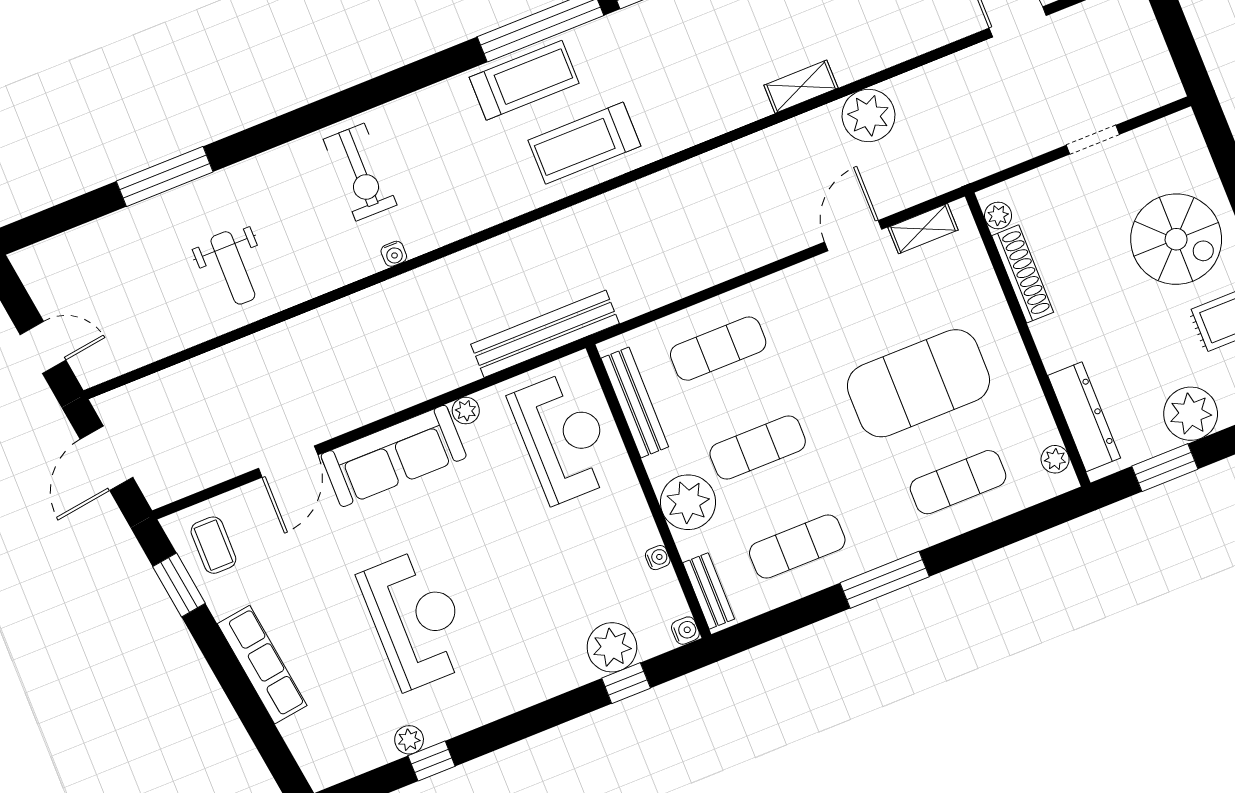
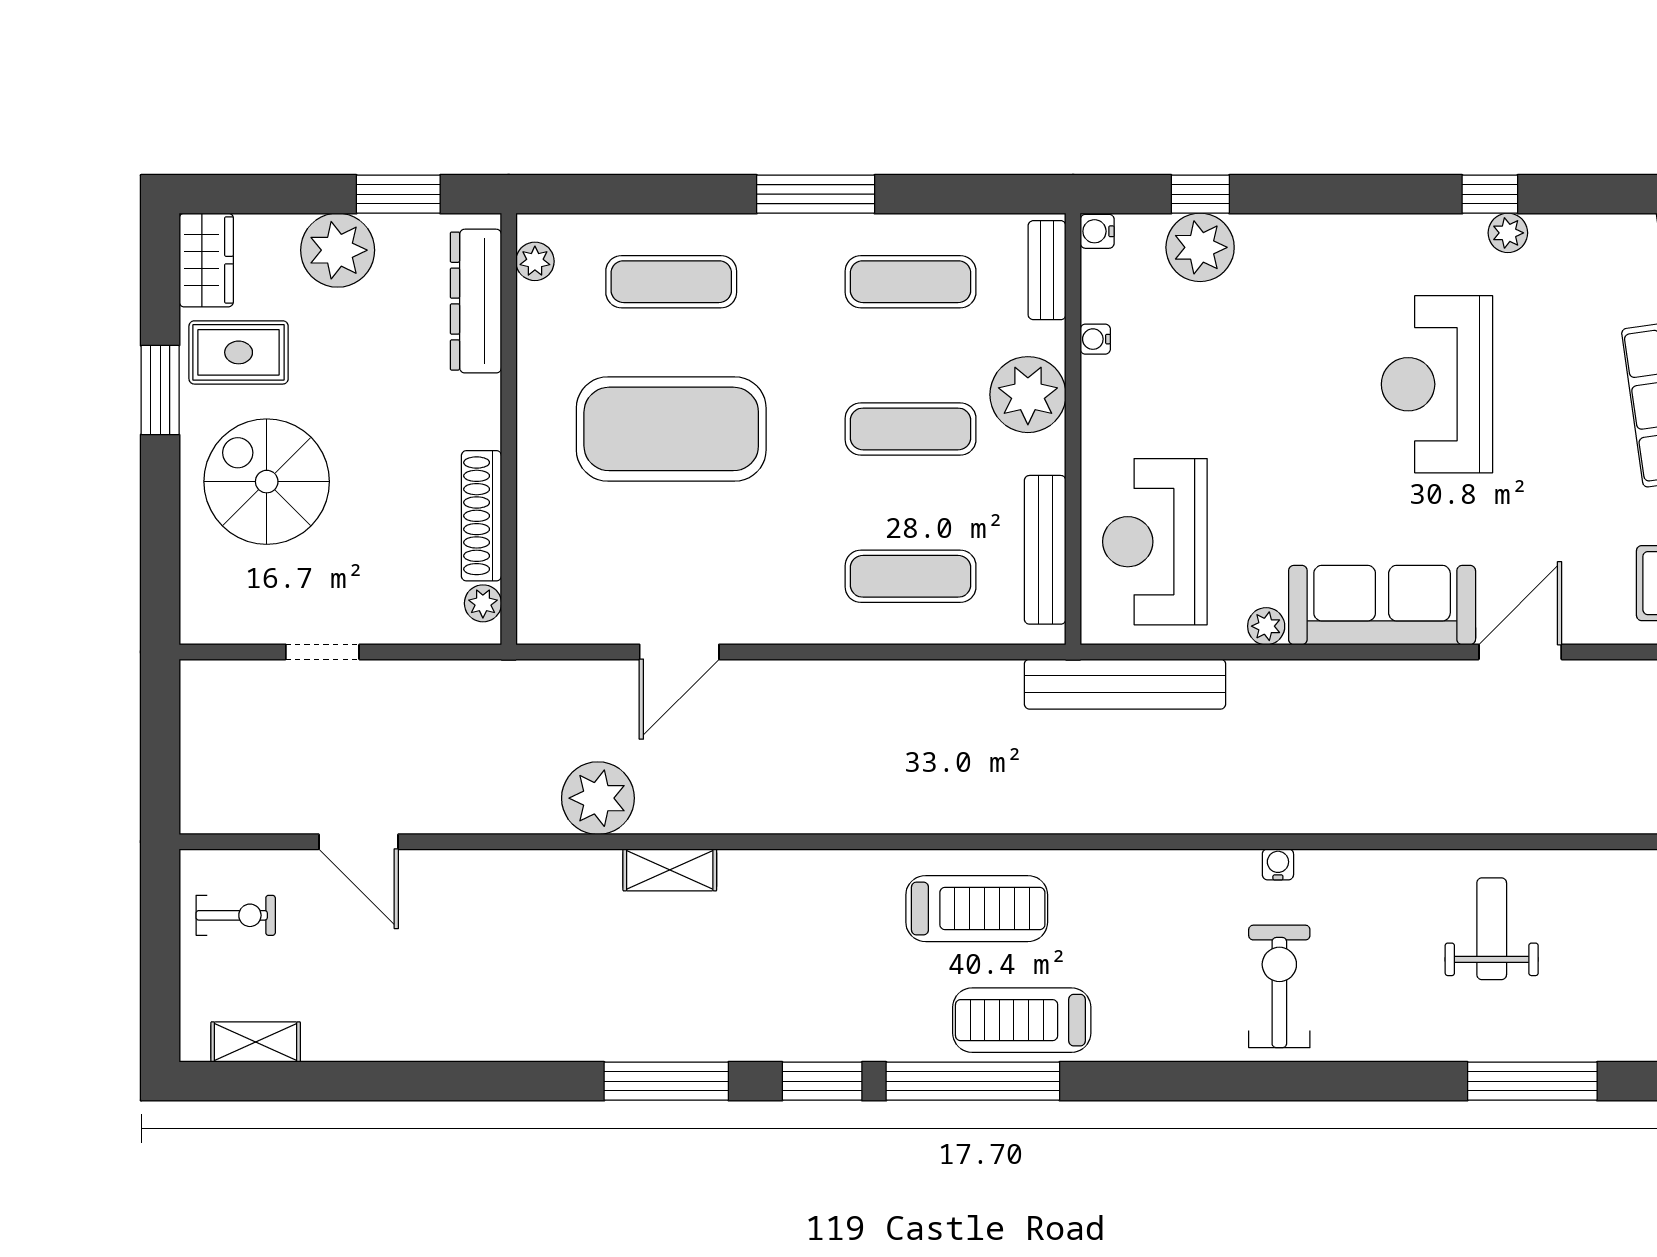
shelving: (923, 229) -> (586, 625), removed

